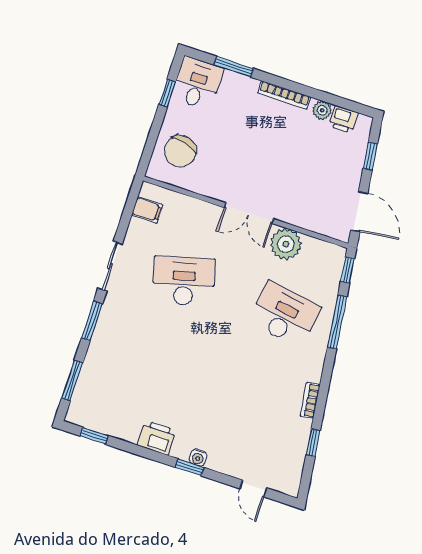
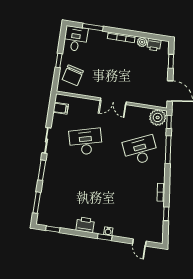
window: (167, 93) -> (59, 60), moved
plant: (286, 244) -> (158, 117), moved
desk: (285, 314) -> (140, 150), turned -33

